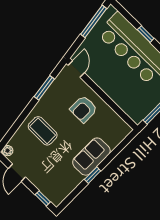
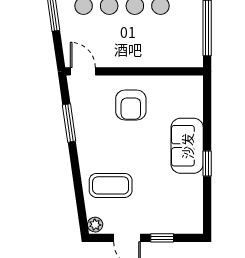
coffee table: (43, 131) -> (111, 185), moved
window: (43, 198) -> (162, 238), moved

